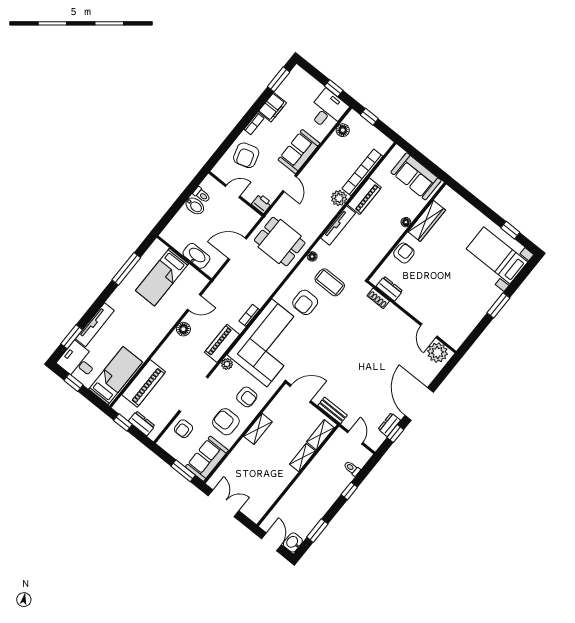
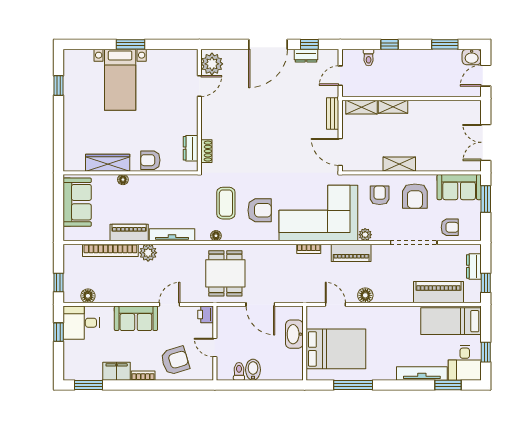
bed with nightstands: (497, 255) -> (120, 80), moved
bed: (162, 277) -> (336, 349), width x1.50

